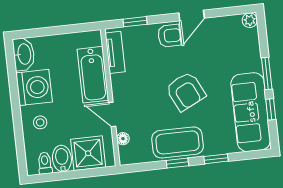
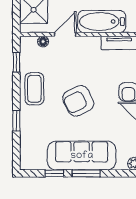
sofa: (251, 112) -> (82, 156), moved
coffee table: (178, 142) -> (34, 89), width x0.73, depth x0.76
window: (177, 163) -> (16, 62), moved

